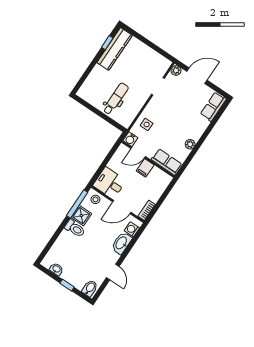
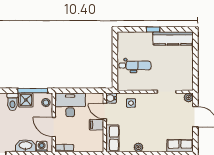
window: (107, 43) -> (153, 29), moved
desk: (109, 183) -> (70, 105), width x1.37

